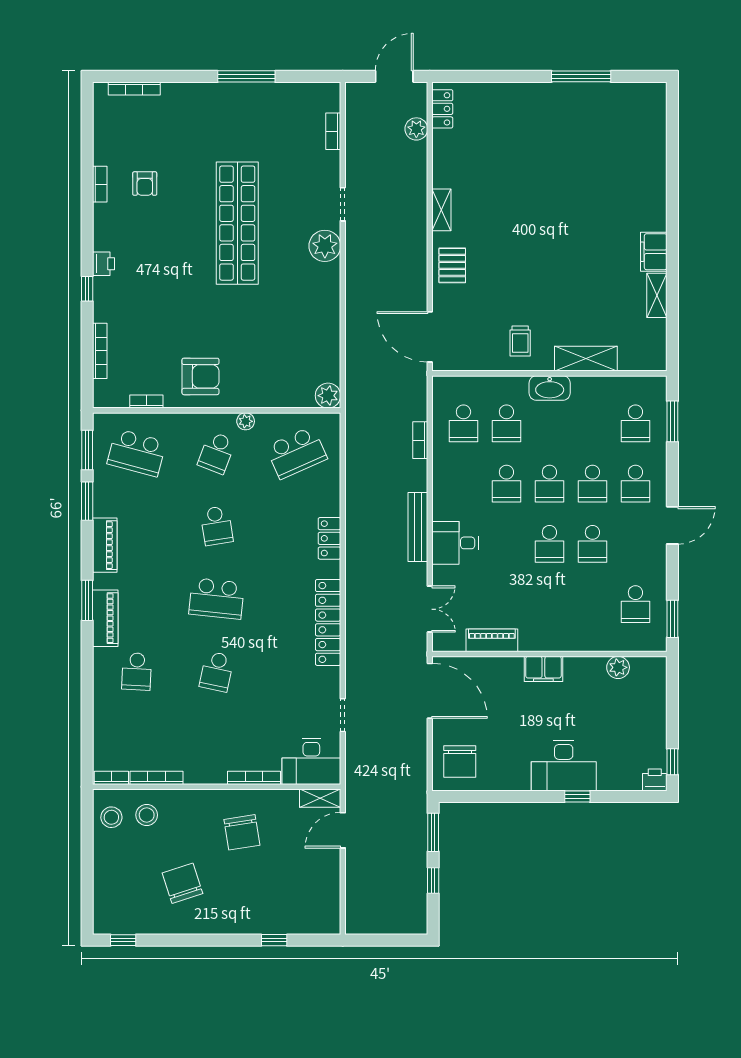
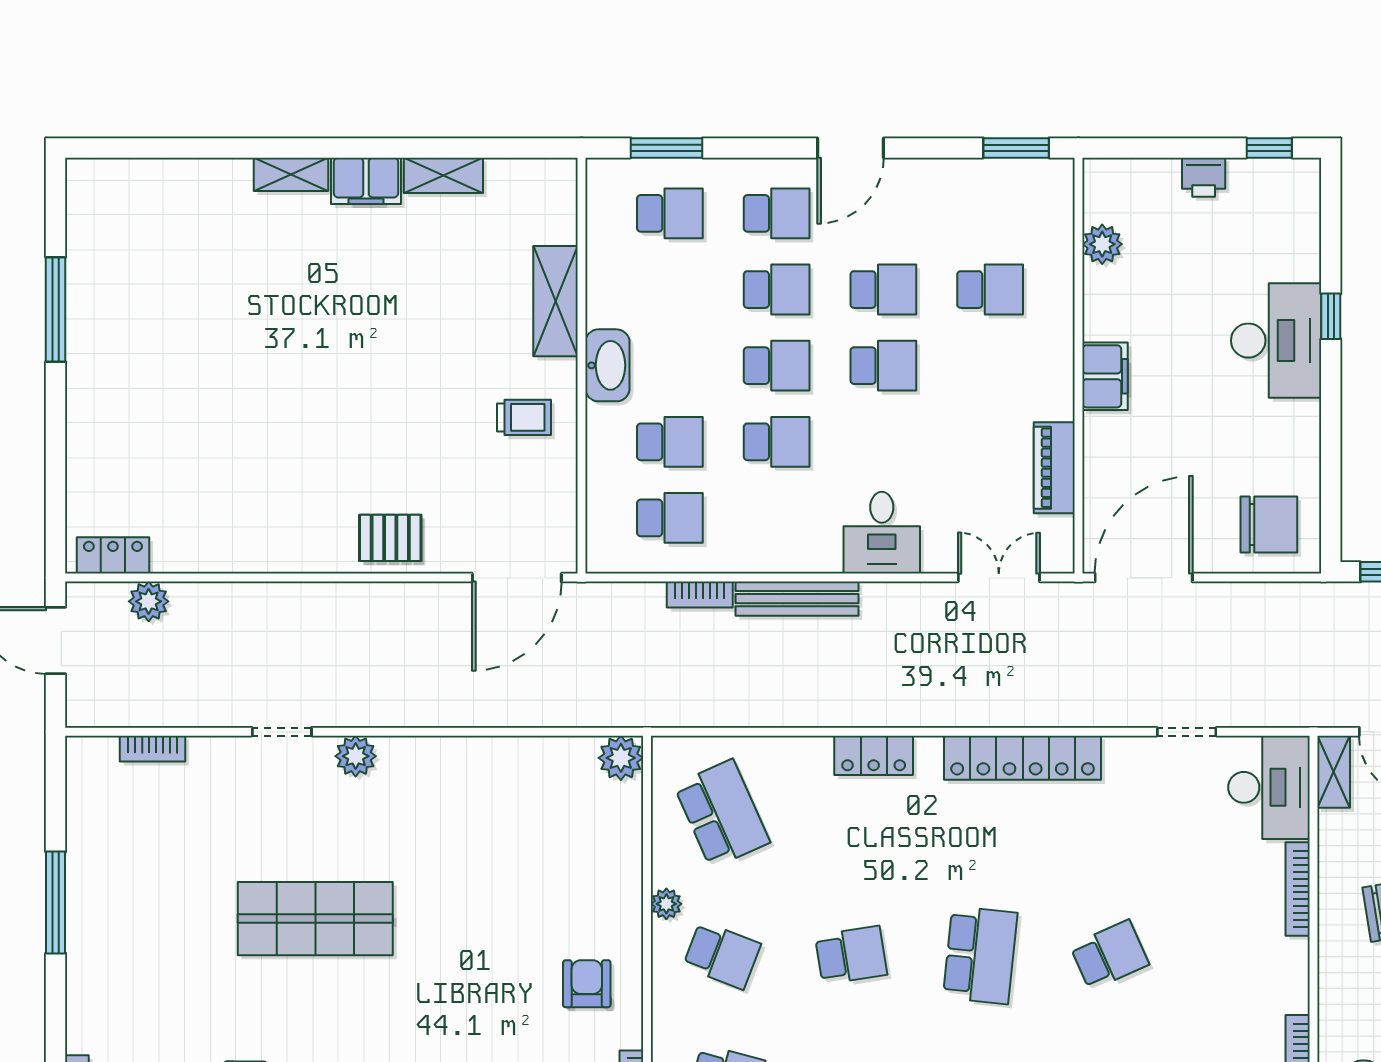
shelving: (441, 210) -> (291, 174), moved
shop shelf: (237, 223) -> (315, 919), width x0.71
plant: (325, 246) -> (356, 756), width x0.73, depth x0.73
armchair: (200, 376) -> (587, 984), width x0.72, depth x0.72
door: (672, 525) -> (851, 148), swing flipped
bench: (418, 527) -> (797, 599), moved
school desk: (635, 604) -> (990, 290), moved
school desk: (217, 672) -> (1109, 955), turned -36
printer: (655, 780) -> (1204, 177), moved, turned -90

